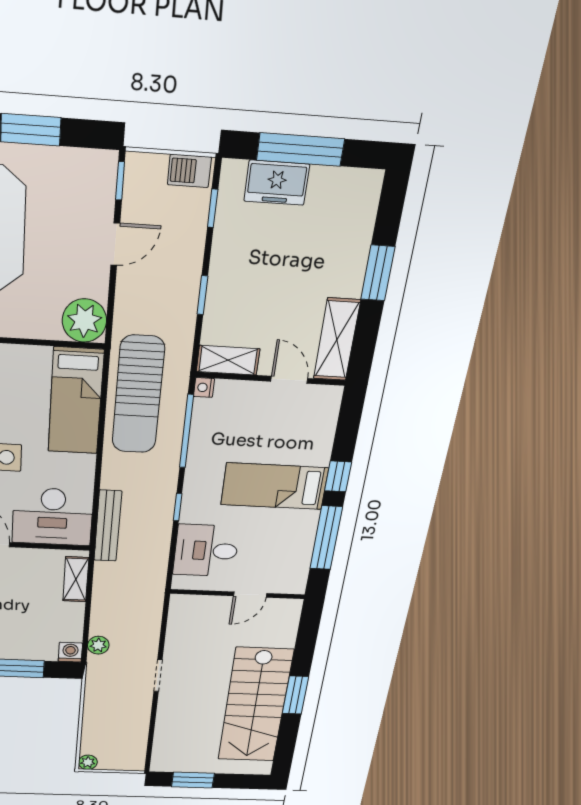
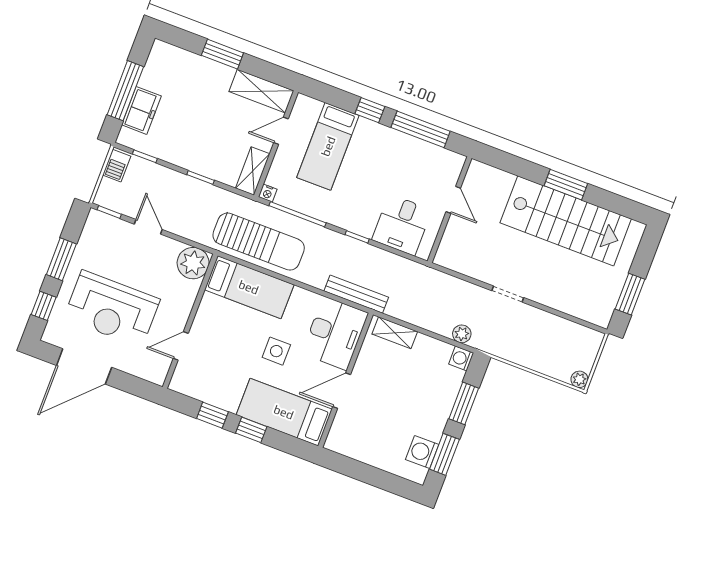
bed: (274, 486) -> (328, 146), moved

